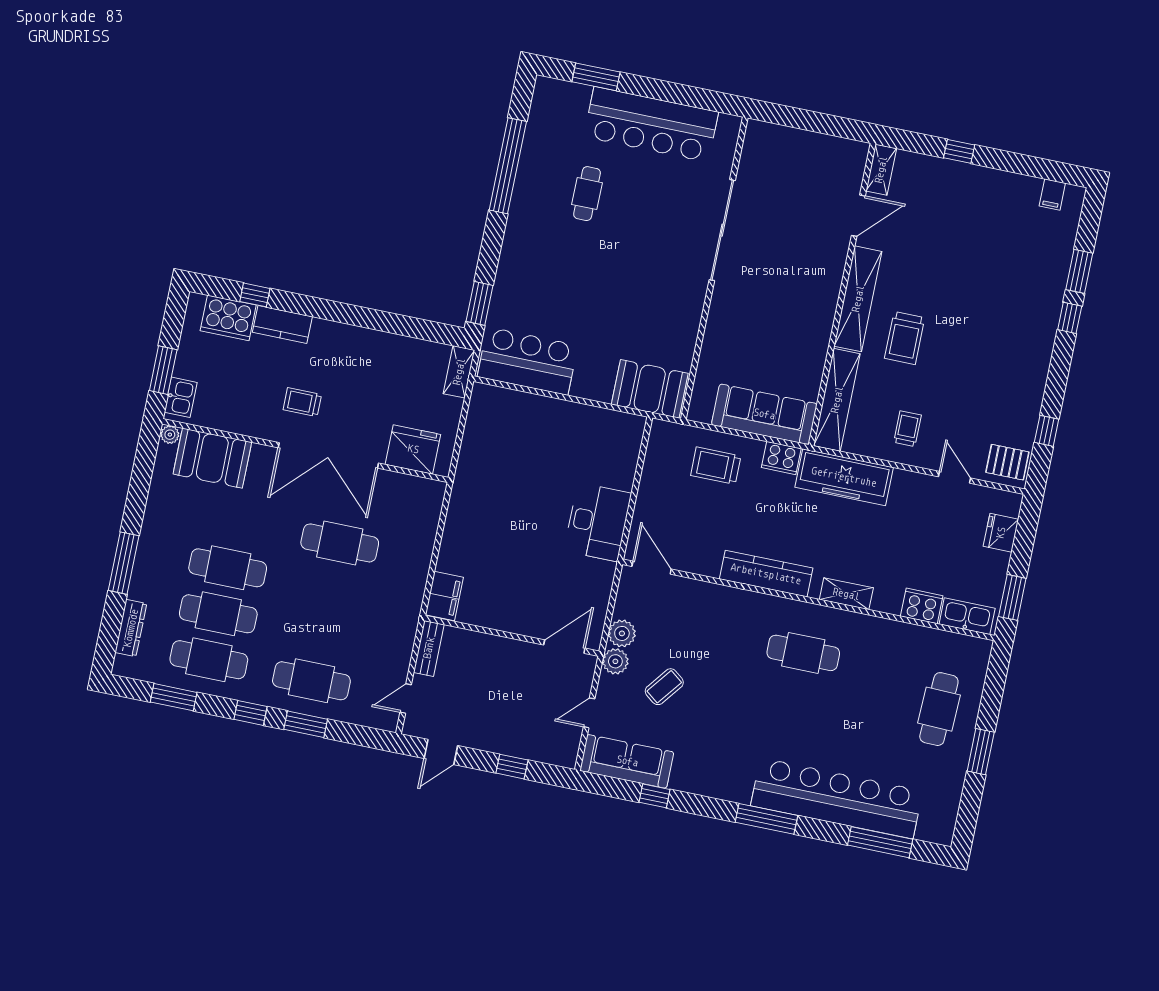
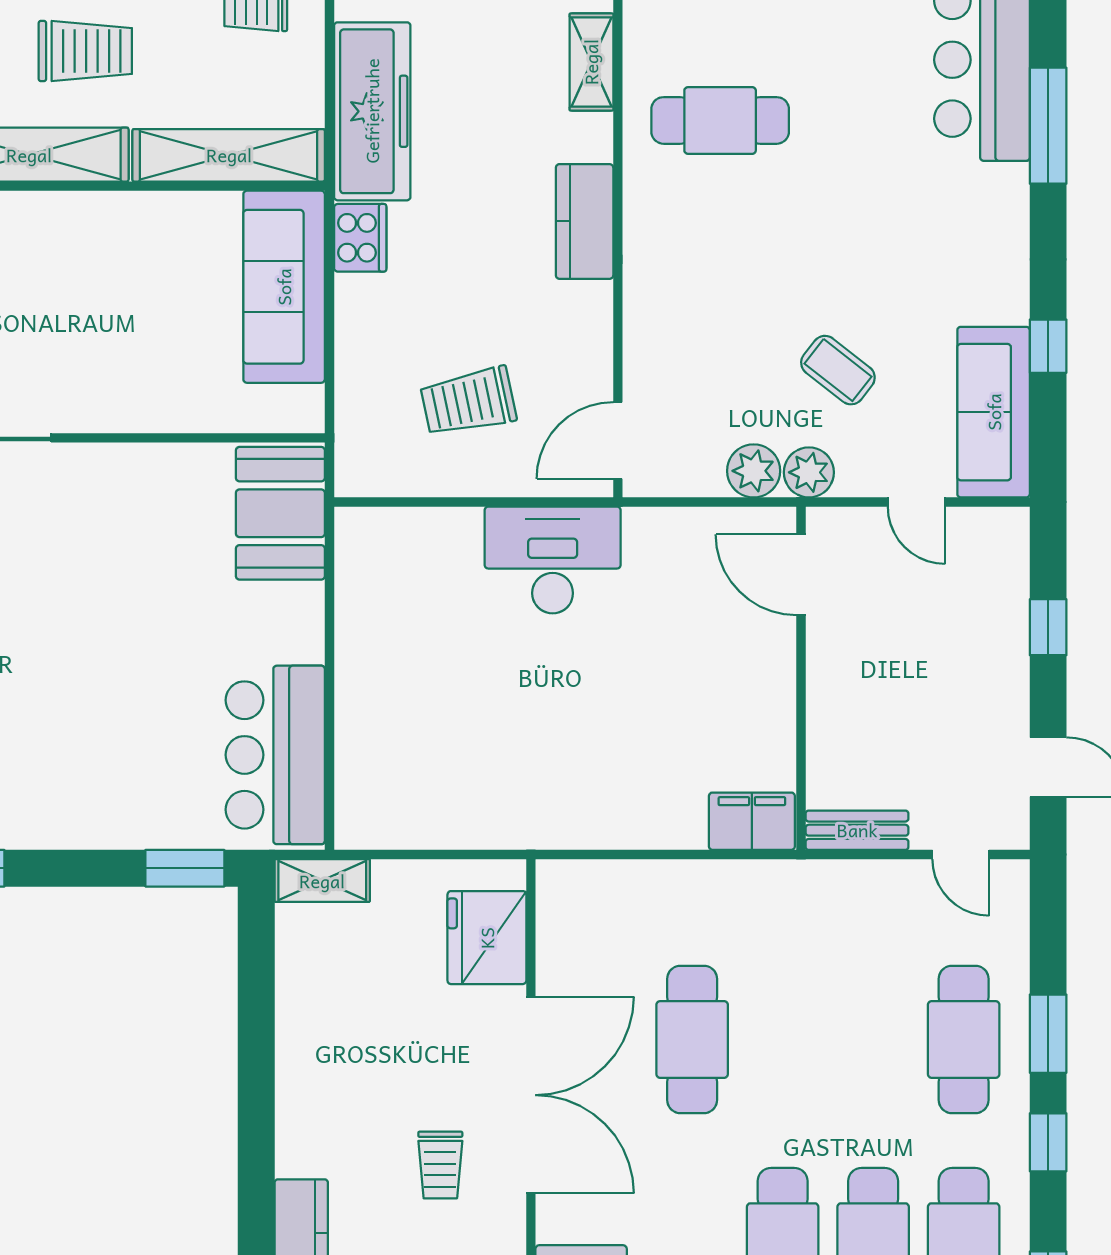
trolley: (716, 466) -> (468, 402), moved, turned 78
kitchen counter: (766, 574) -> (585, 221), width x0.67
cafe table: (803, 653) -> (720, 120), turned 90

